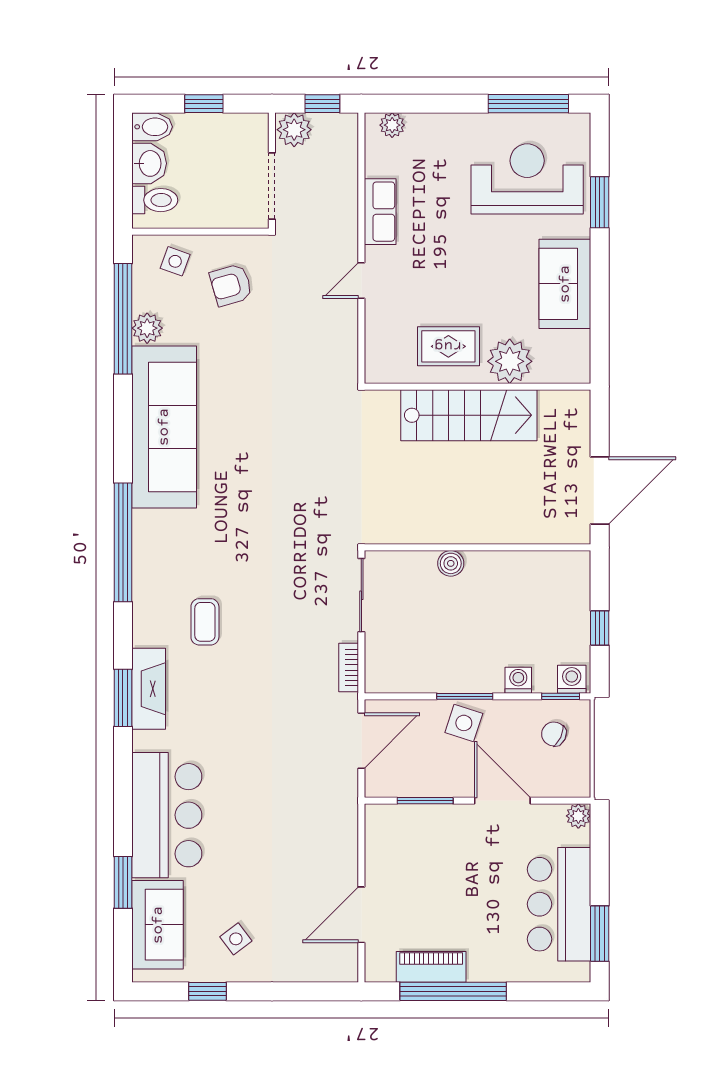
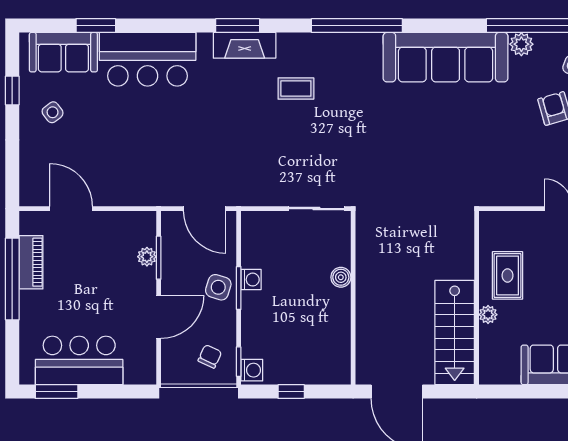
plant: (510, 361) -> (488, 315), width x0.53, depth x0.53
stairs: (469, 415) -> (455, 333), moved
bookcase: (349, 668) -> (261, 199), removed
washing machine: (518, 680) -> (251, 280), moved
plant: (578, 816) -> (147, 257), moved

